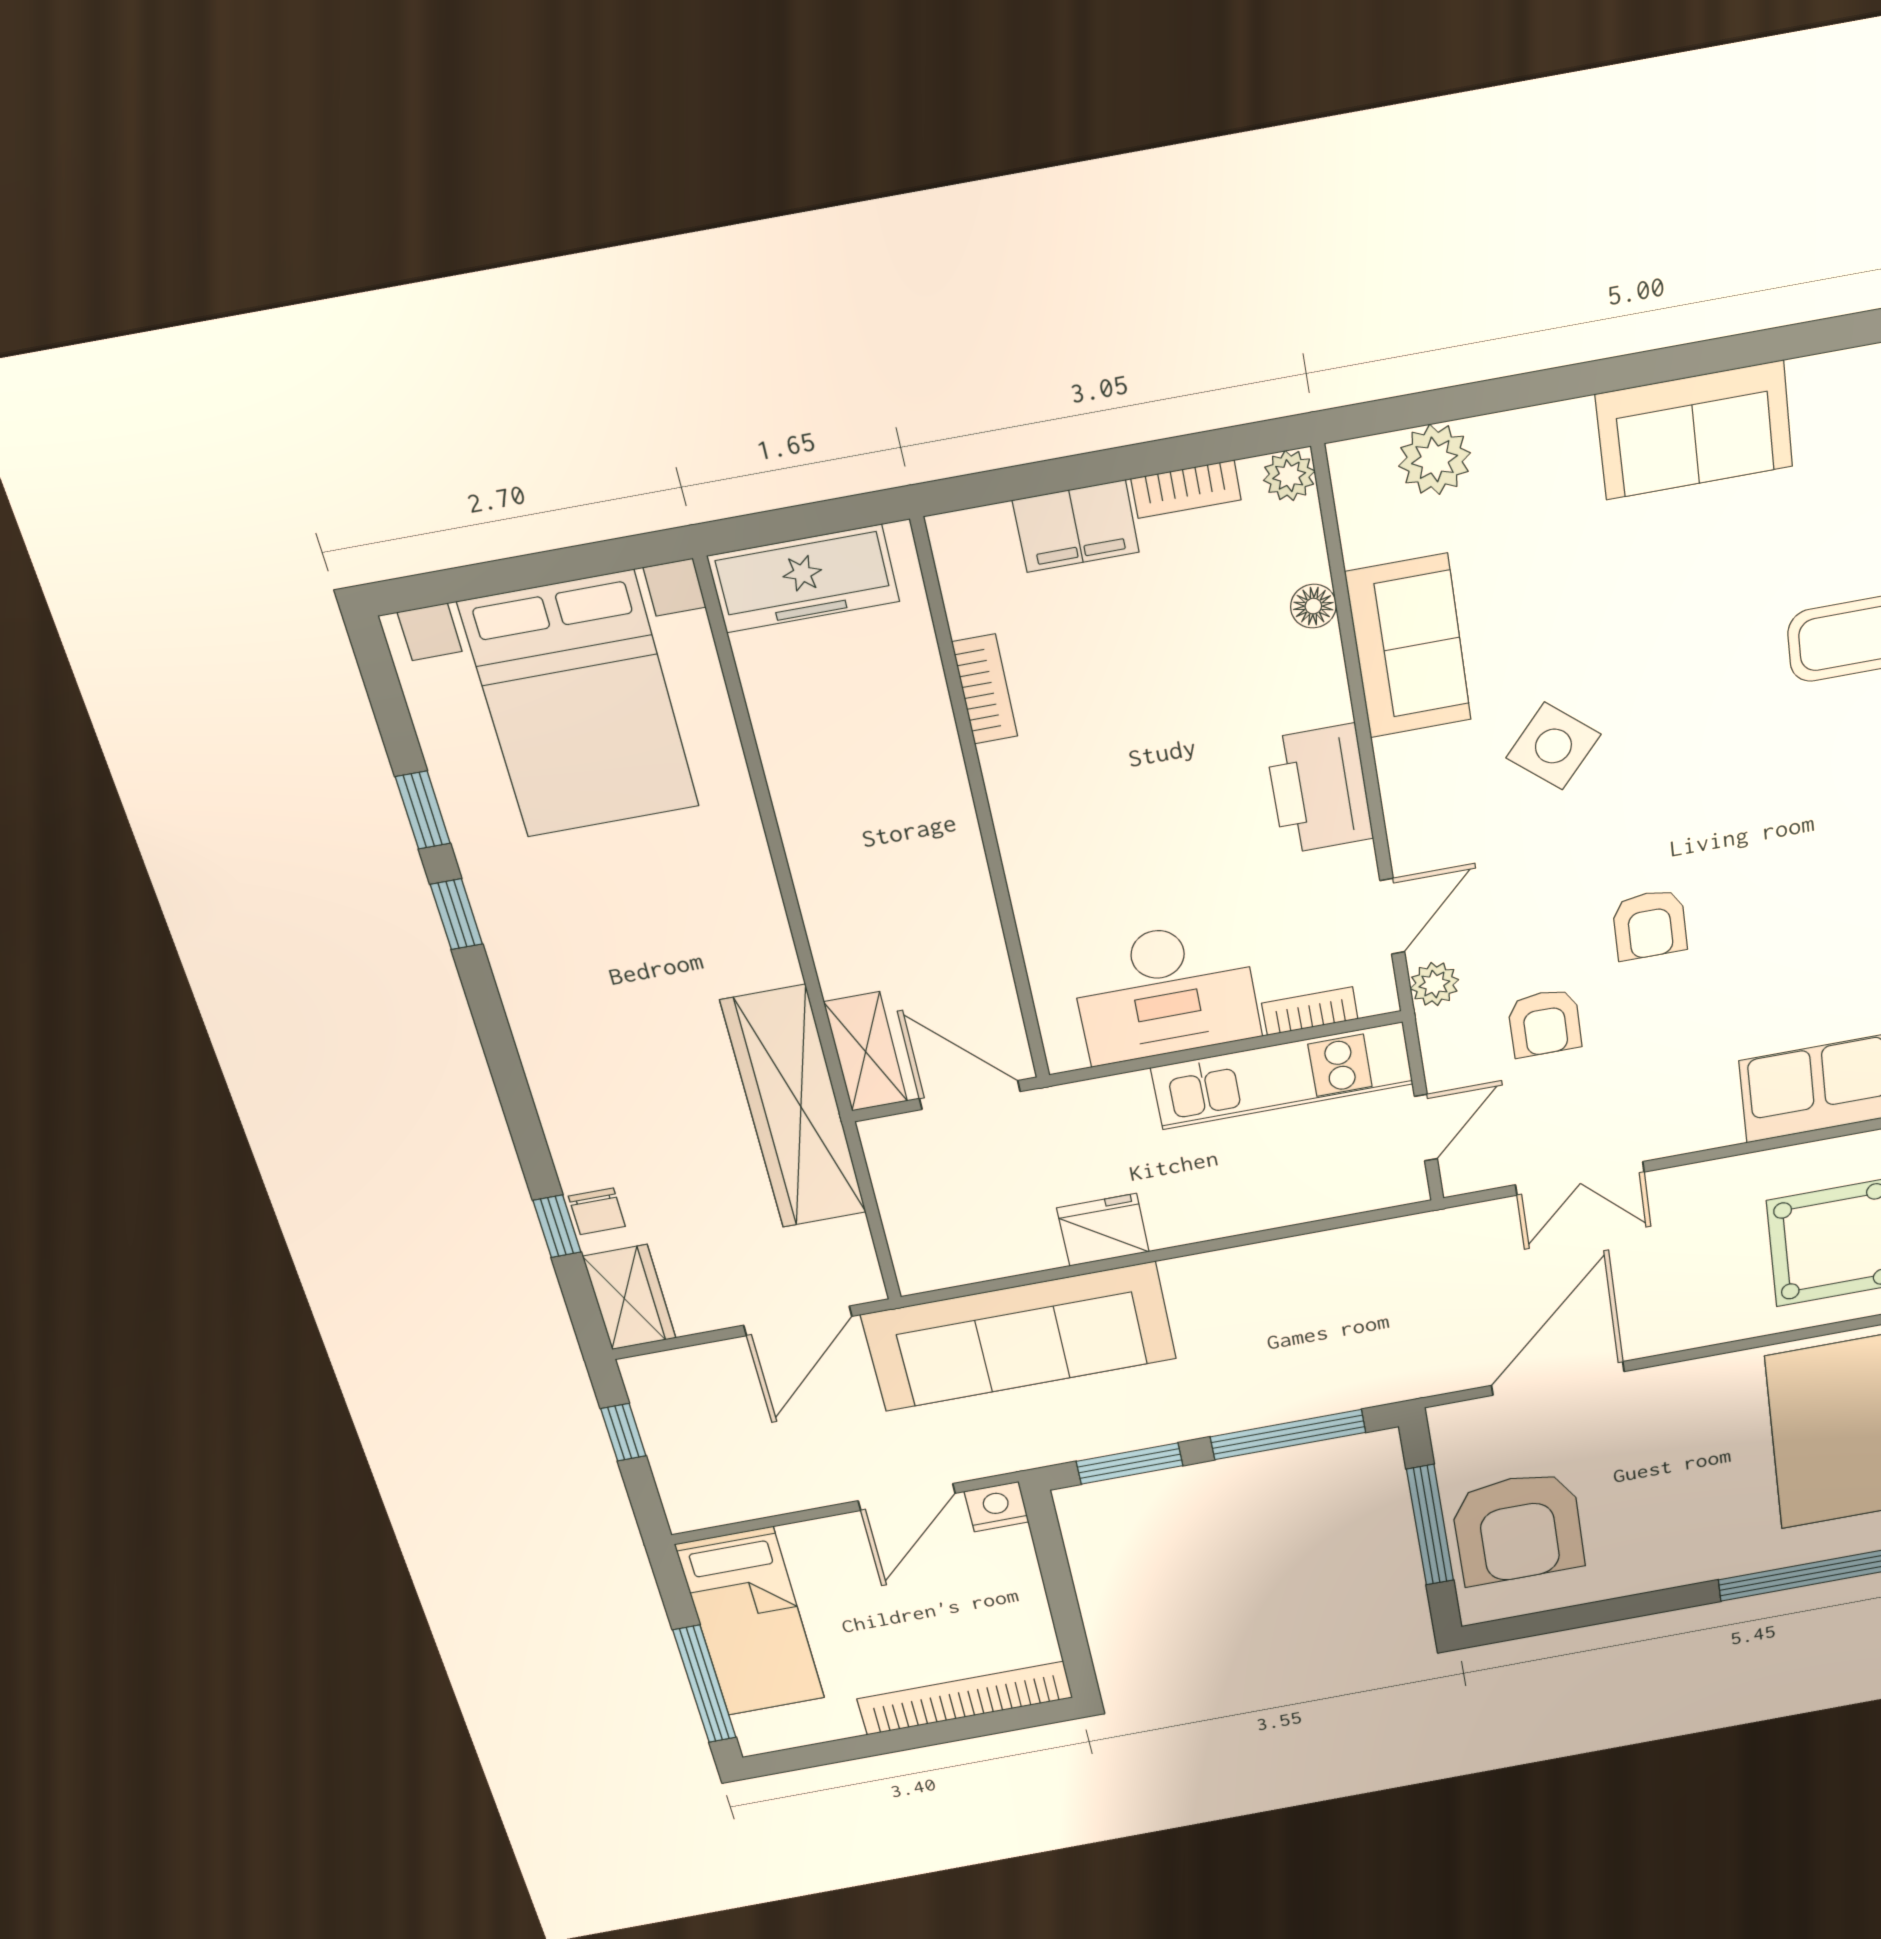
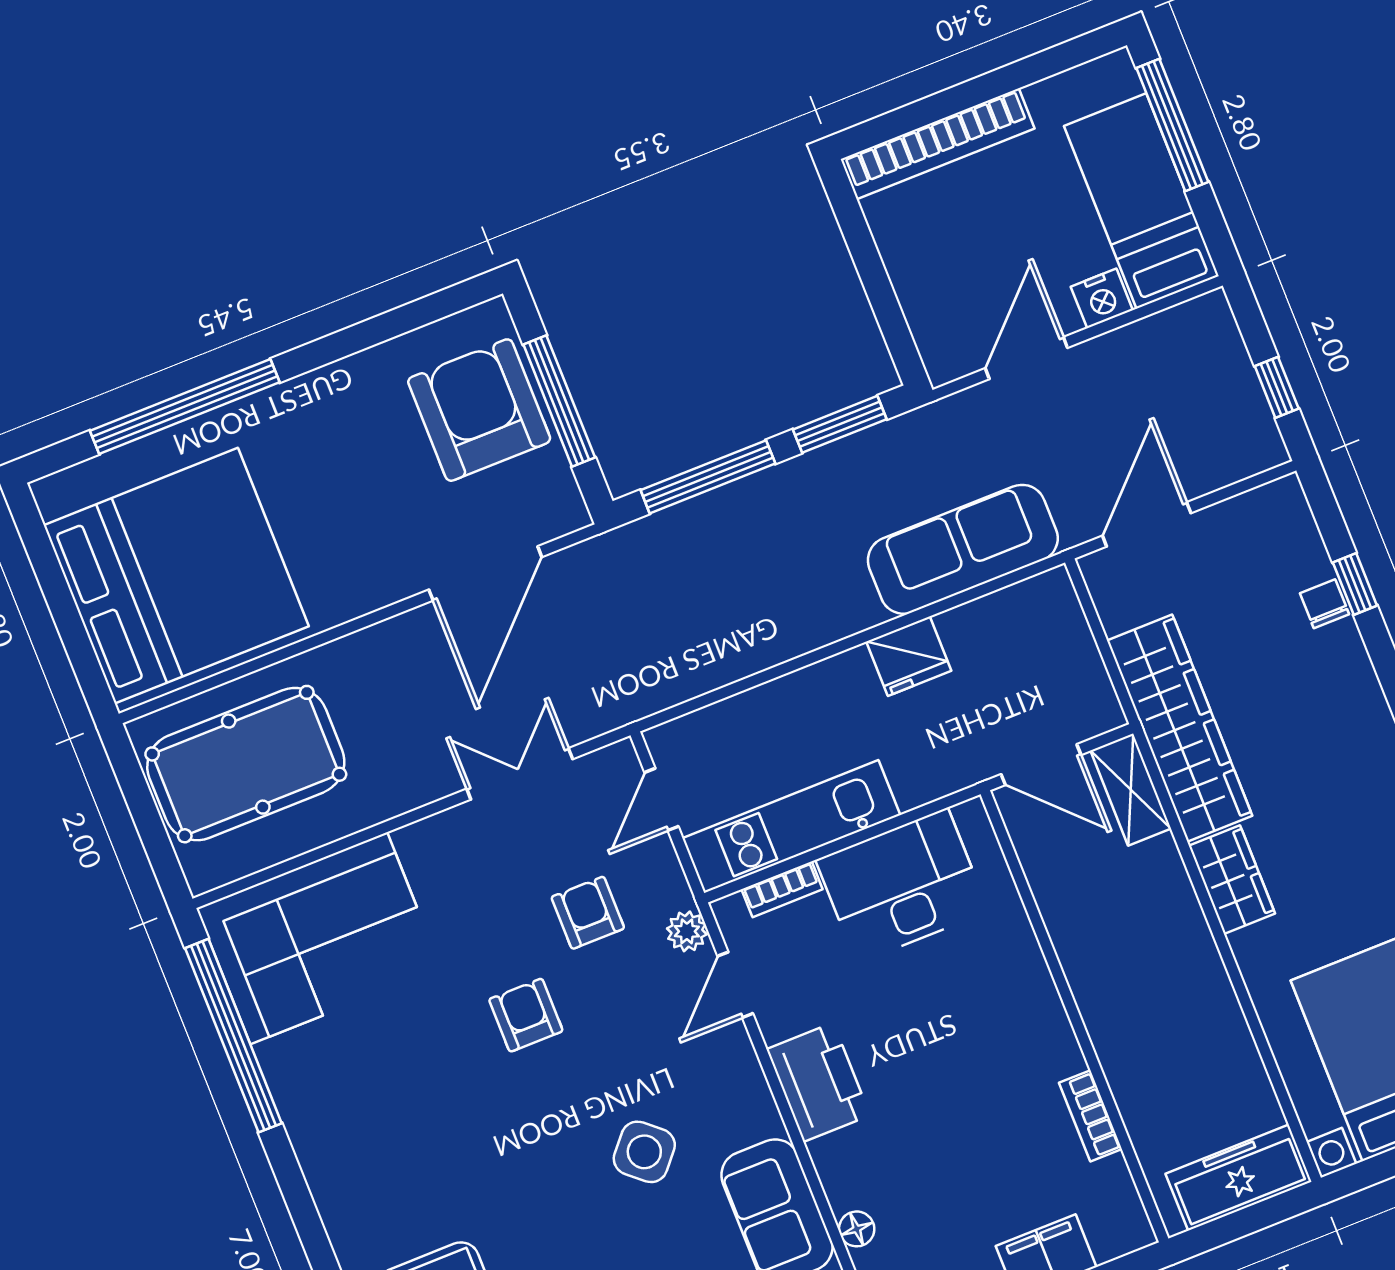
wardrobe: (629, 1297) -> (1232, 880), moved, turned 180
sofa: (1019, 1337) -> (963, 549), width x0.74, depth x0.79
nightstand: (997, 1507) -> (1102, 298), moved

